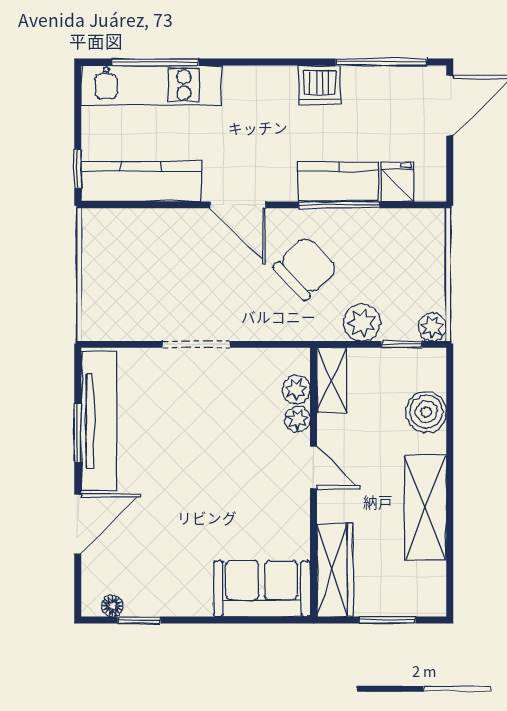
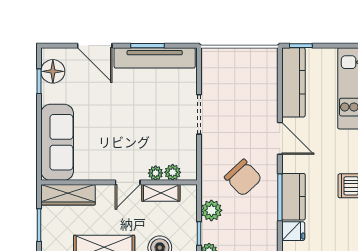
door: (238, 205) -> (280, 138), swing flipped
shelving: (332, 380) -> (161, 193), moved
sofa: (262, 589) -> (57, 142), width x1.36
floor lamp: (113, 606) -> (53, 71), width x1.89, depth x1.89

